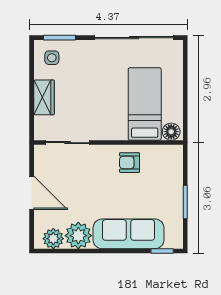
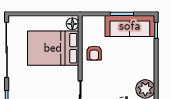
bed: (145, 104) -> (53, 48), width x1.50
sofa: (128, 234) -> (130, 26), moved, turned -90

